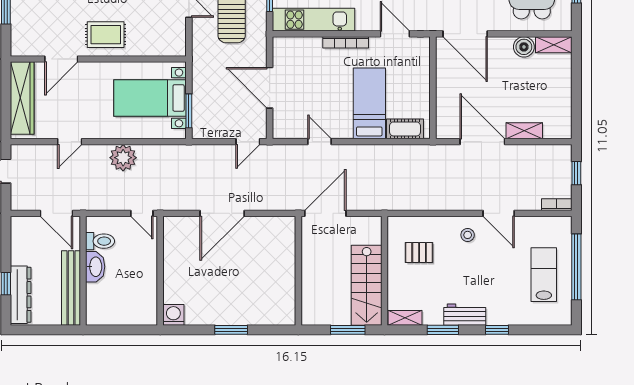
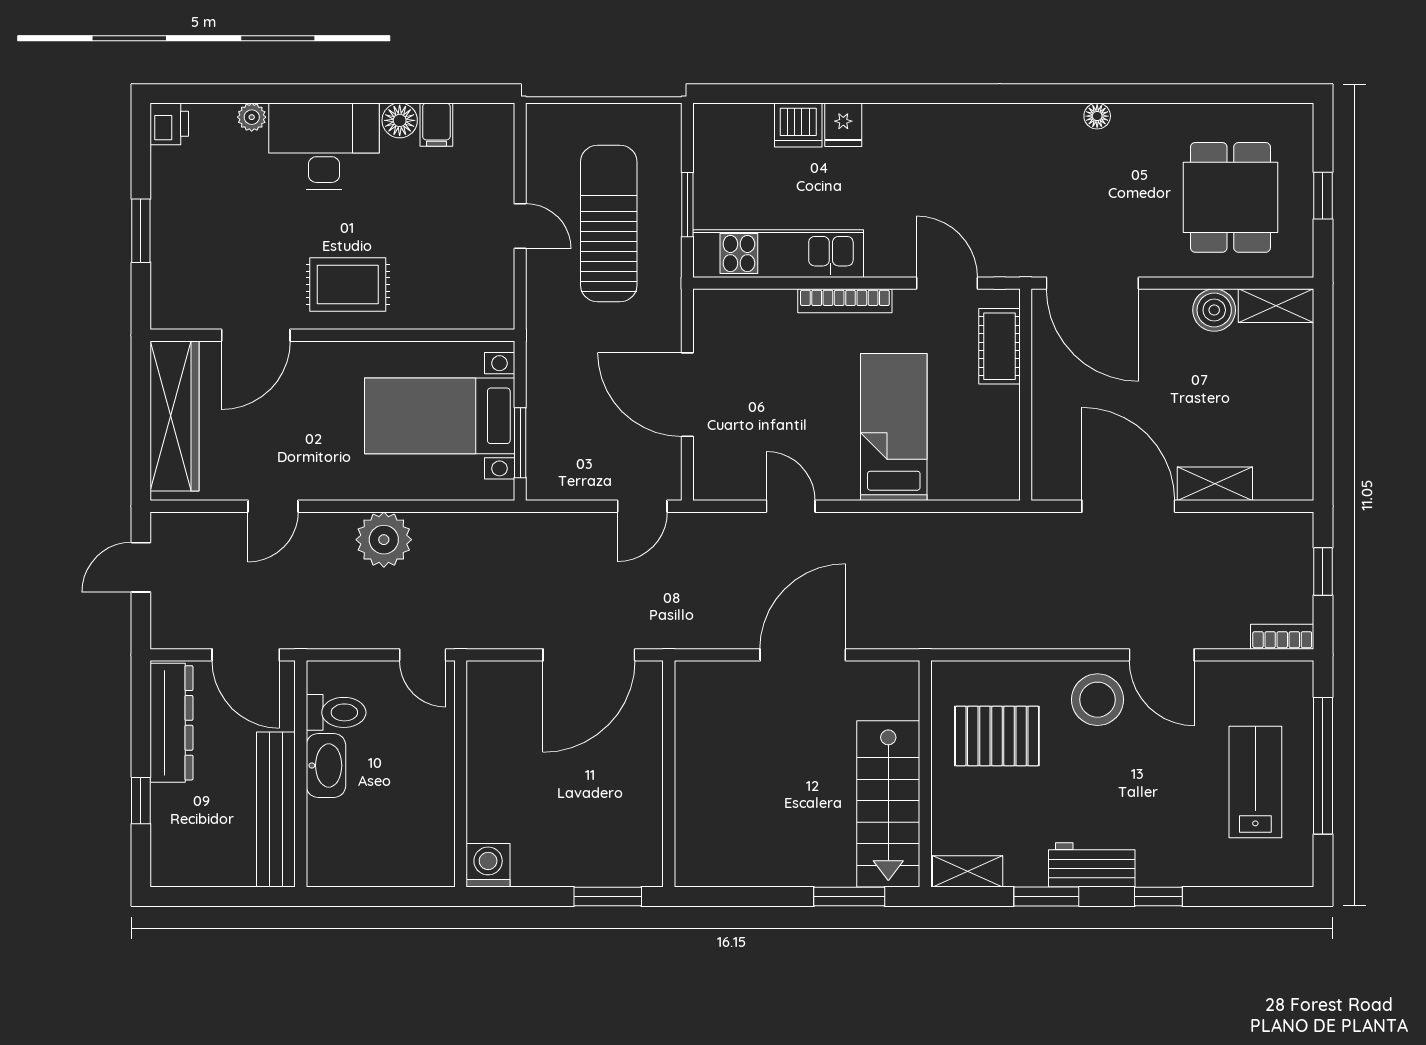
cot: (405, 129) -> (999, 346), moved, turned 90
stool: (468, 235) -> (1097, 700), width x1.89, depth x1.89
pallet: (419, 252) -> (997, 736), width x1.50, depth x1.42
wall: (298, 271) -> (669, 774), moved
dresser: (21, 295) -> (171, 723), moved

